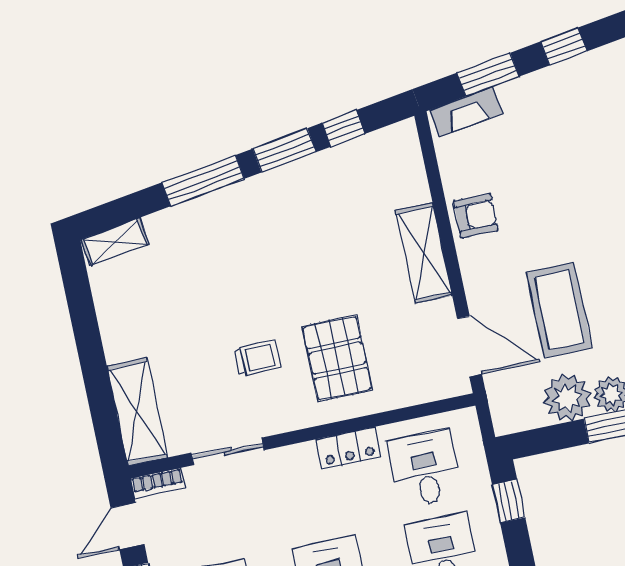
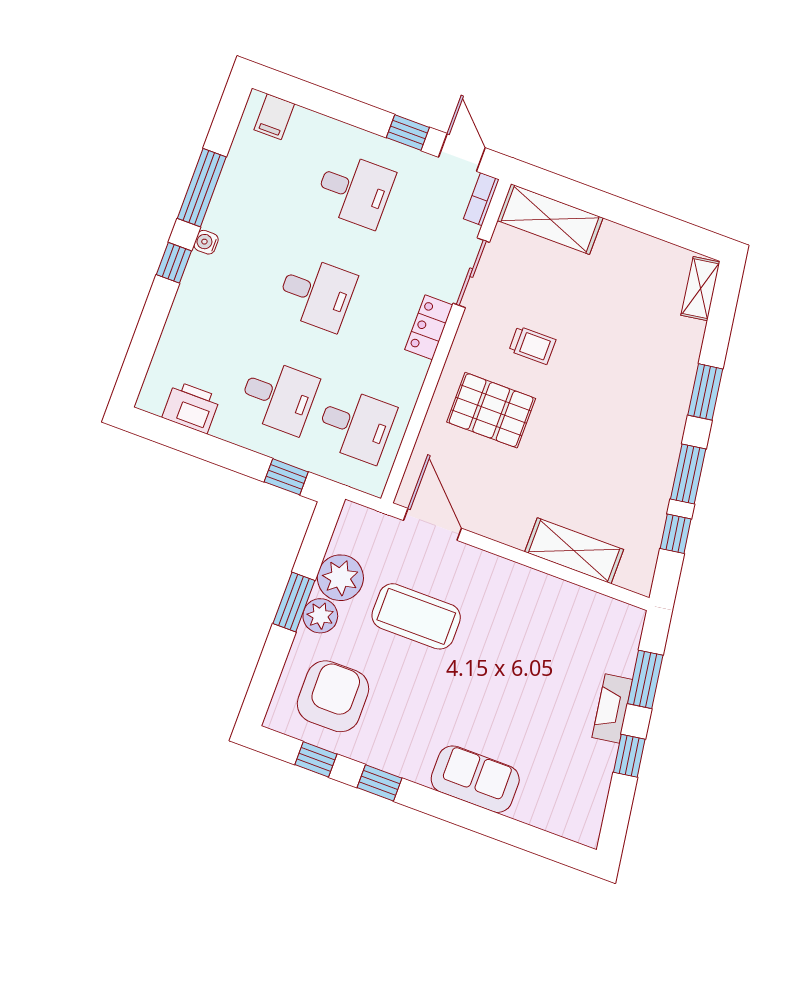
fireplace: (466, 112) -> (612, 708), moved
window: (203, 181) -> (705, 392), width x0.69
armchair: (476, 216) -> (536, 597), removed
shelving: (424, 253) -> (574, 551), moved
door: (470, 346) -> (433, 524), swing flipped
trolley: (258, 358) -> (532, 345), turned -90
locker: (348, 448) -> (429, 327), moved

